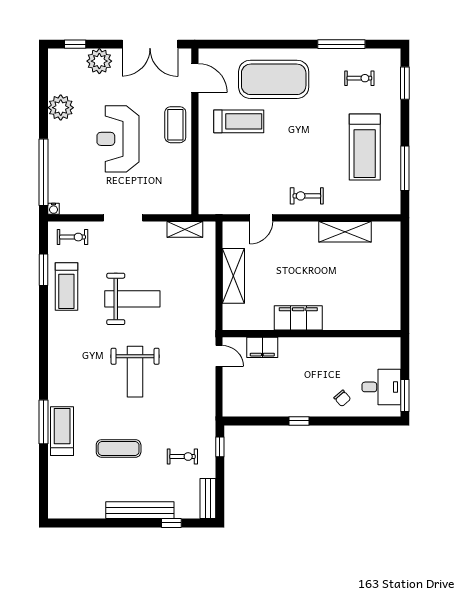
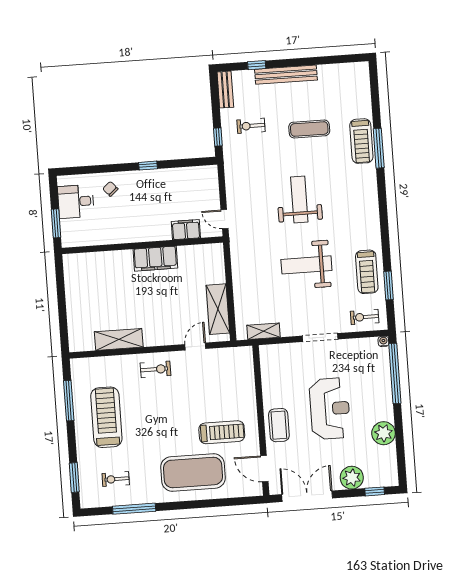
treadmill: (239, 121) -> (222, 432), turned 180
shelving: (233, 276) -> (218, 309), moved
treadmill: (66, 287) -> (367, 272), turned 180
window: (405, 396) -> (56, 223), moved

